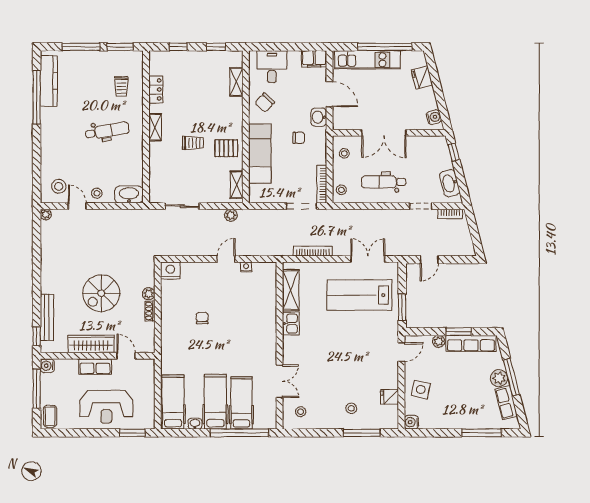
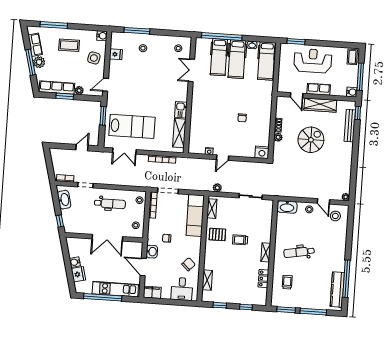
water cooler: (434, 117) -> (75, 262), moved
double door: (384, 133) -> (107, 238), swing flipped
exam couch: (260, 154) -> (195, 215), moved
coffee table: (458, 405) -> (69, 45), added

